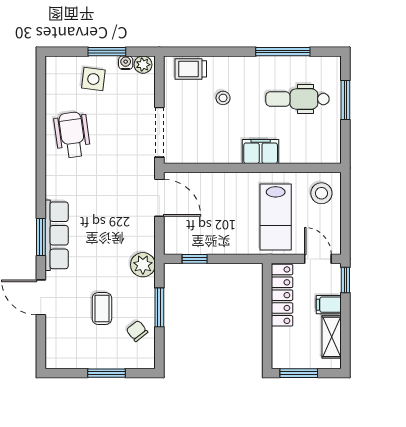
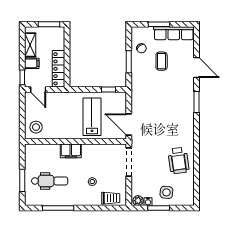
lab bench: (276, 217) -> (92, 117), moved
row of seats: (57, 235) -> (174, 33), moved, turned -90
plant: (143, 265) -> (138, 86), removed

